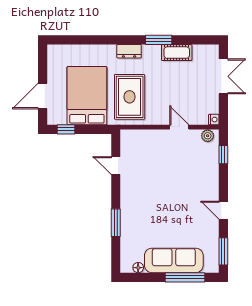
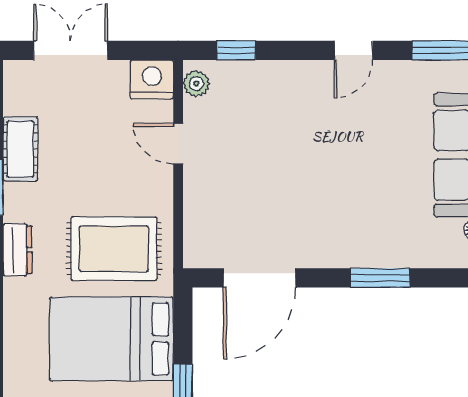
nightstand: (214, 120) -> (152, 79), width x1.89, depth x1.79
door: (179, 127) -> (178, 144), hinge flipped
door: (116, 166) -> (259, 278), width x1.87

